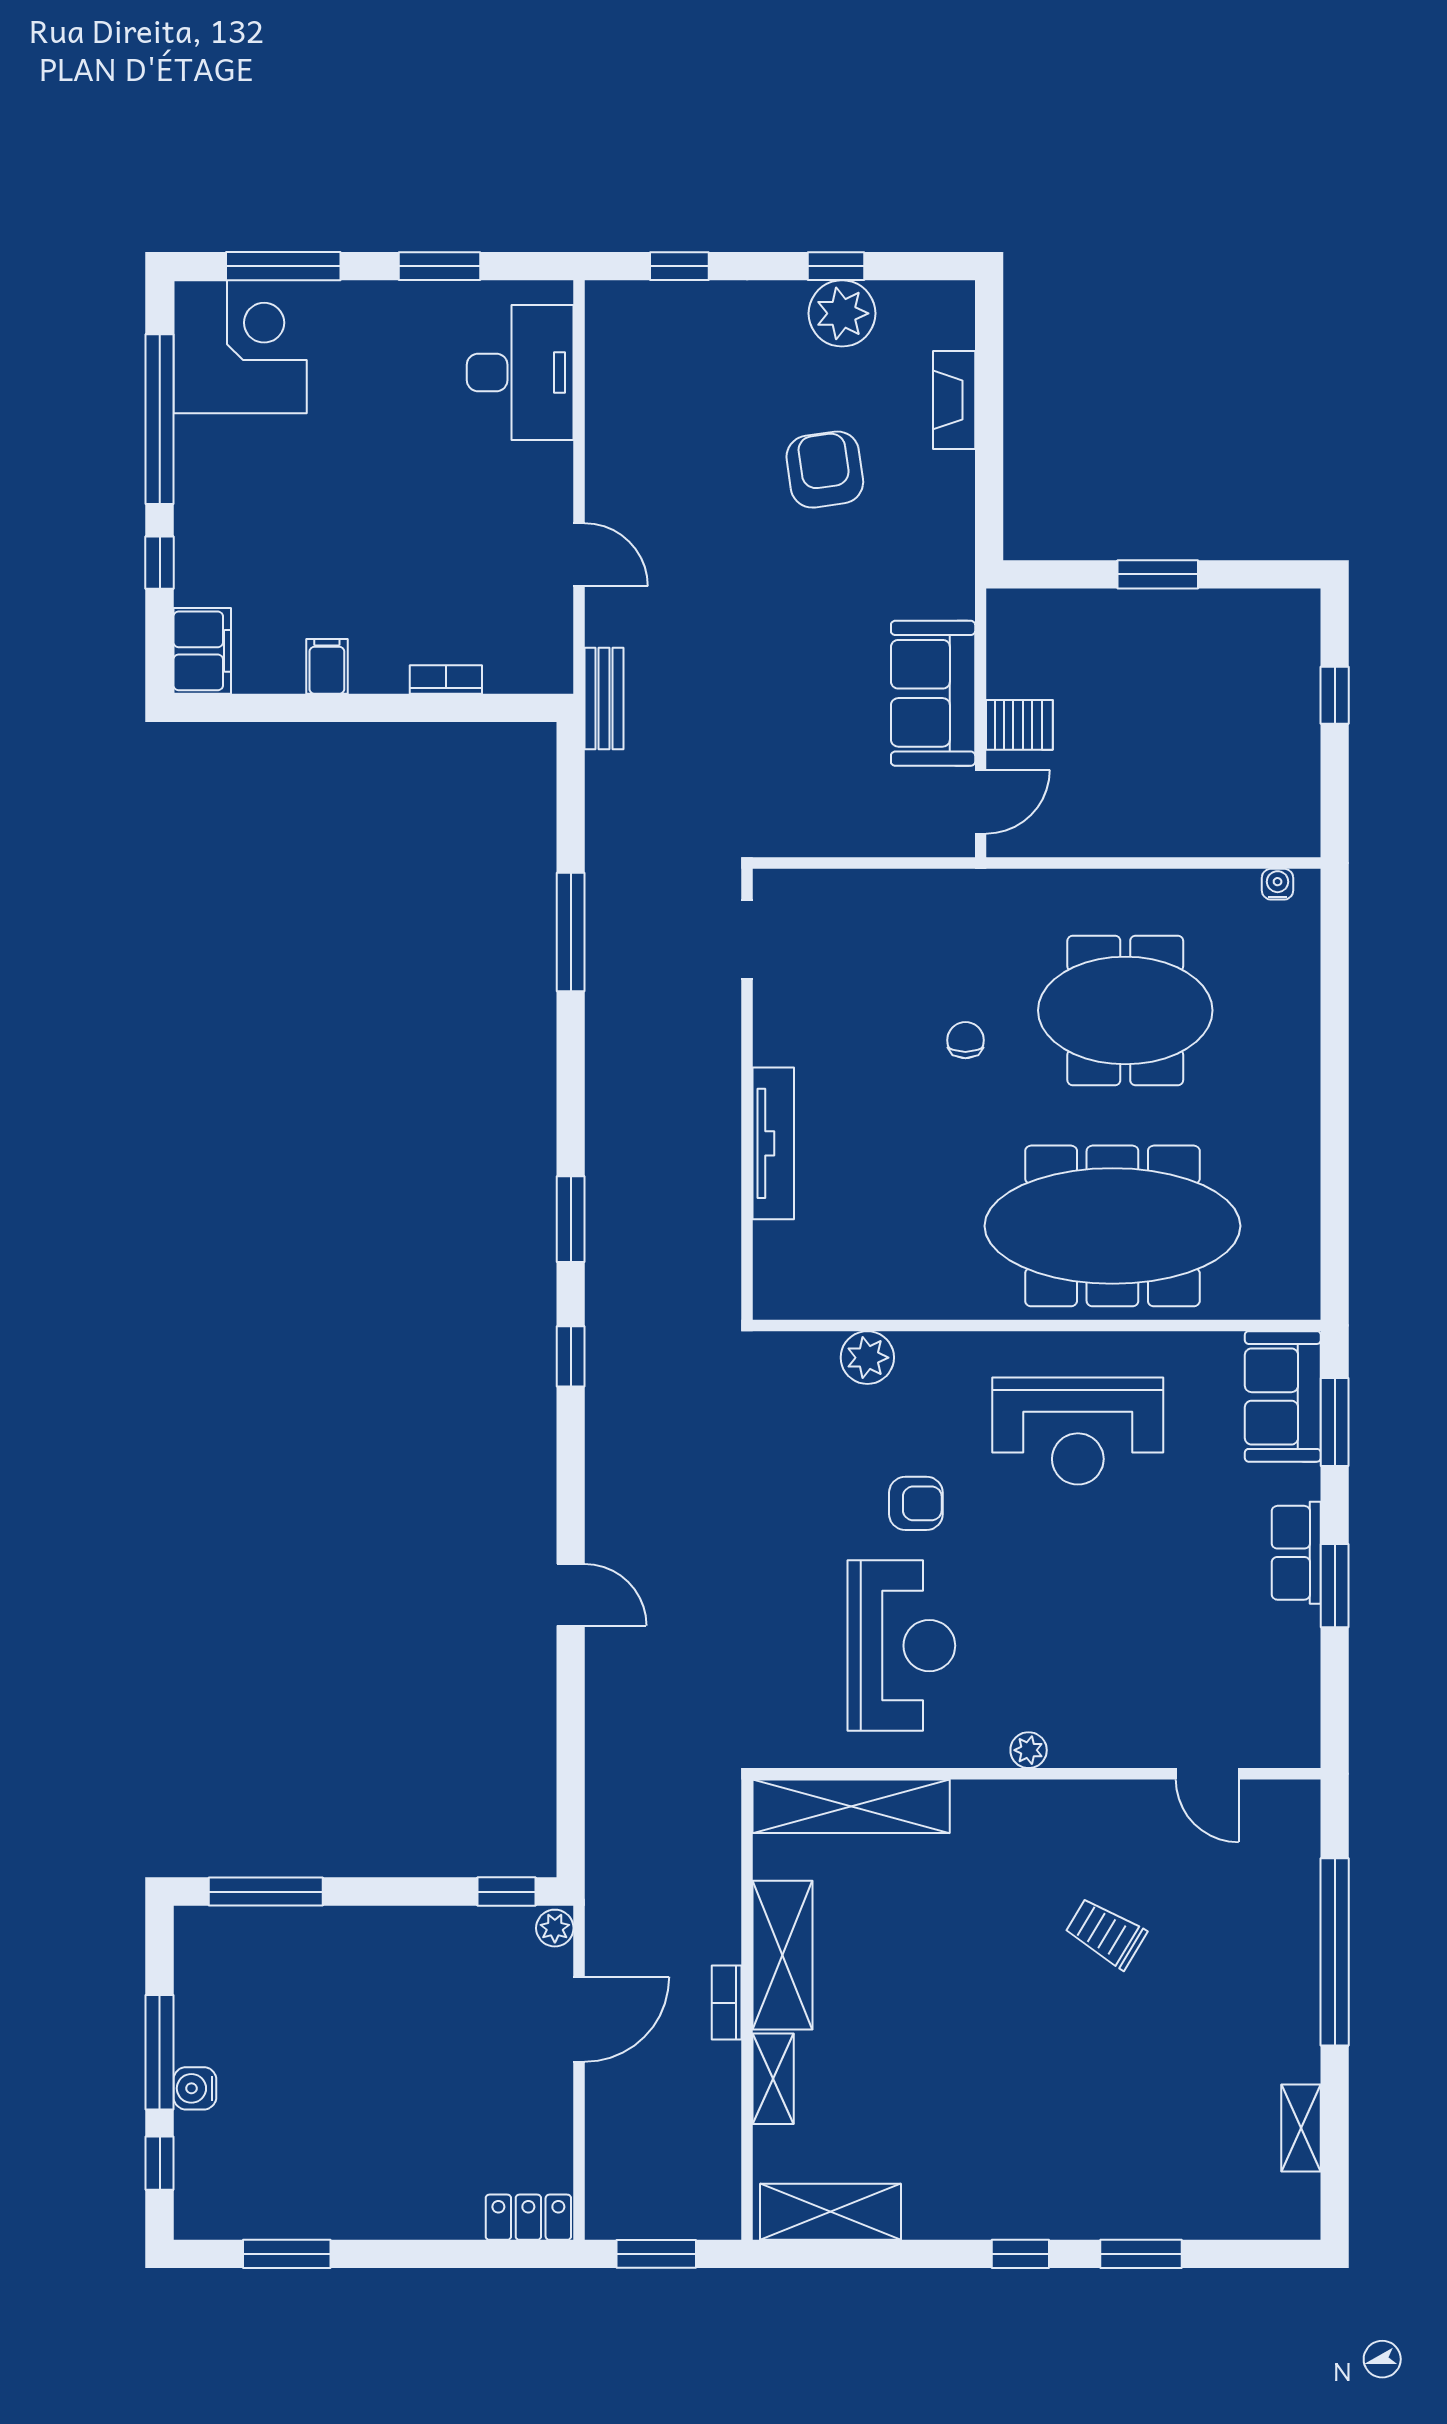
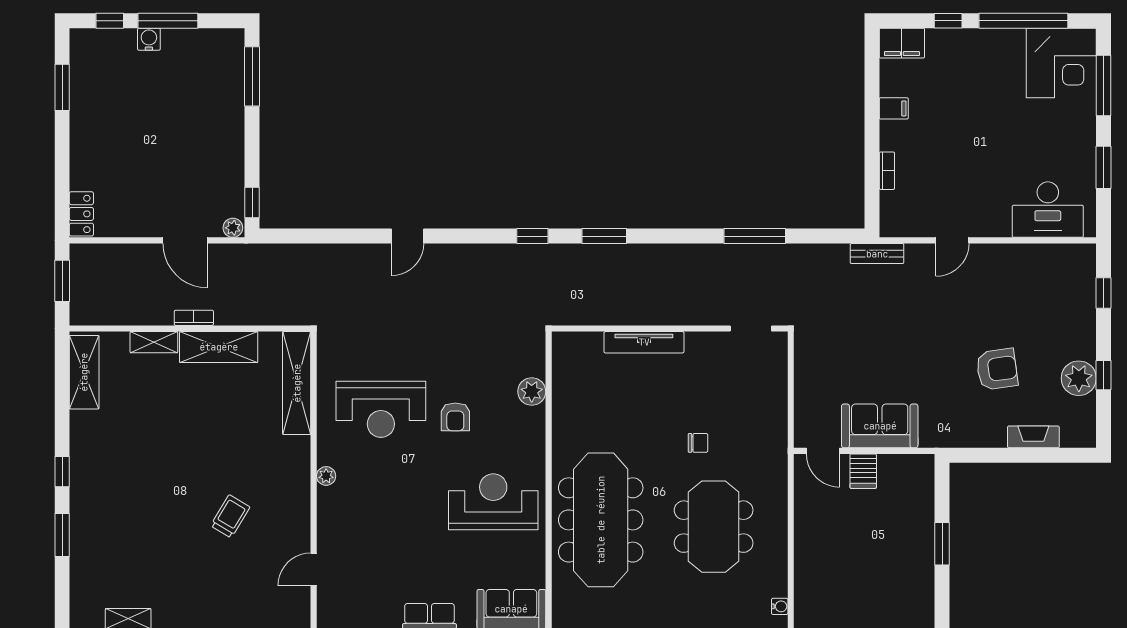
reception desk: (1078, 1431) -> (493, 502), turned 90

